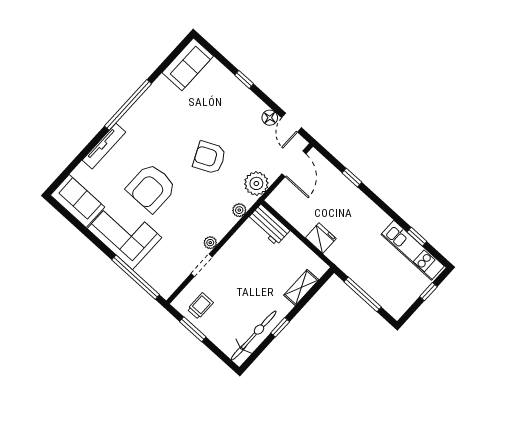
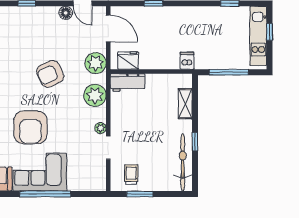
plant: (239, 210) -> (95, 95), width x1.87, depth x1.87
fridge: (321, 238) -> (128, 60), moved
kitchen unit: (413, 250) -> (258, 36), moved, turned 90
dishwasher: (336, 252) -> (187, 61), added
window: (136, 277) -> (45, 194), moved

